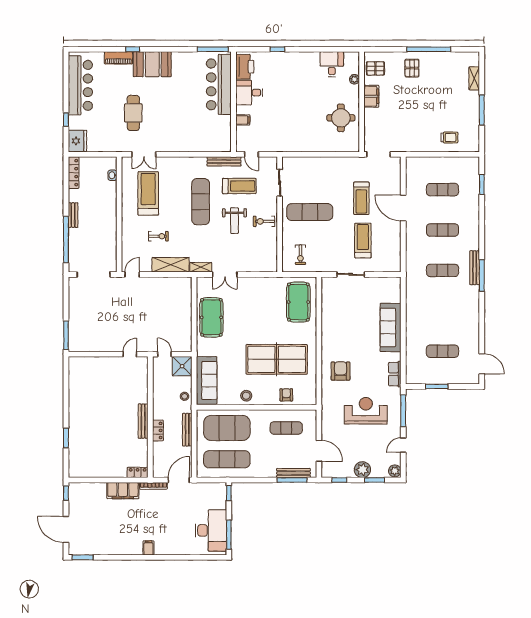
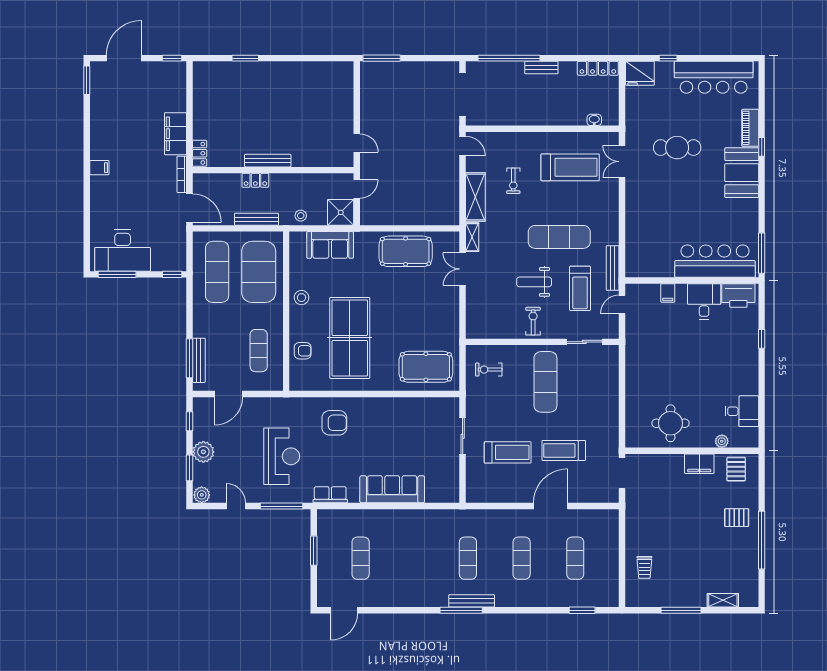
sofa: (207, 380) -> (330, 245), width x0.73

